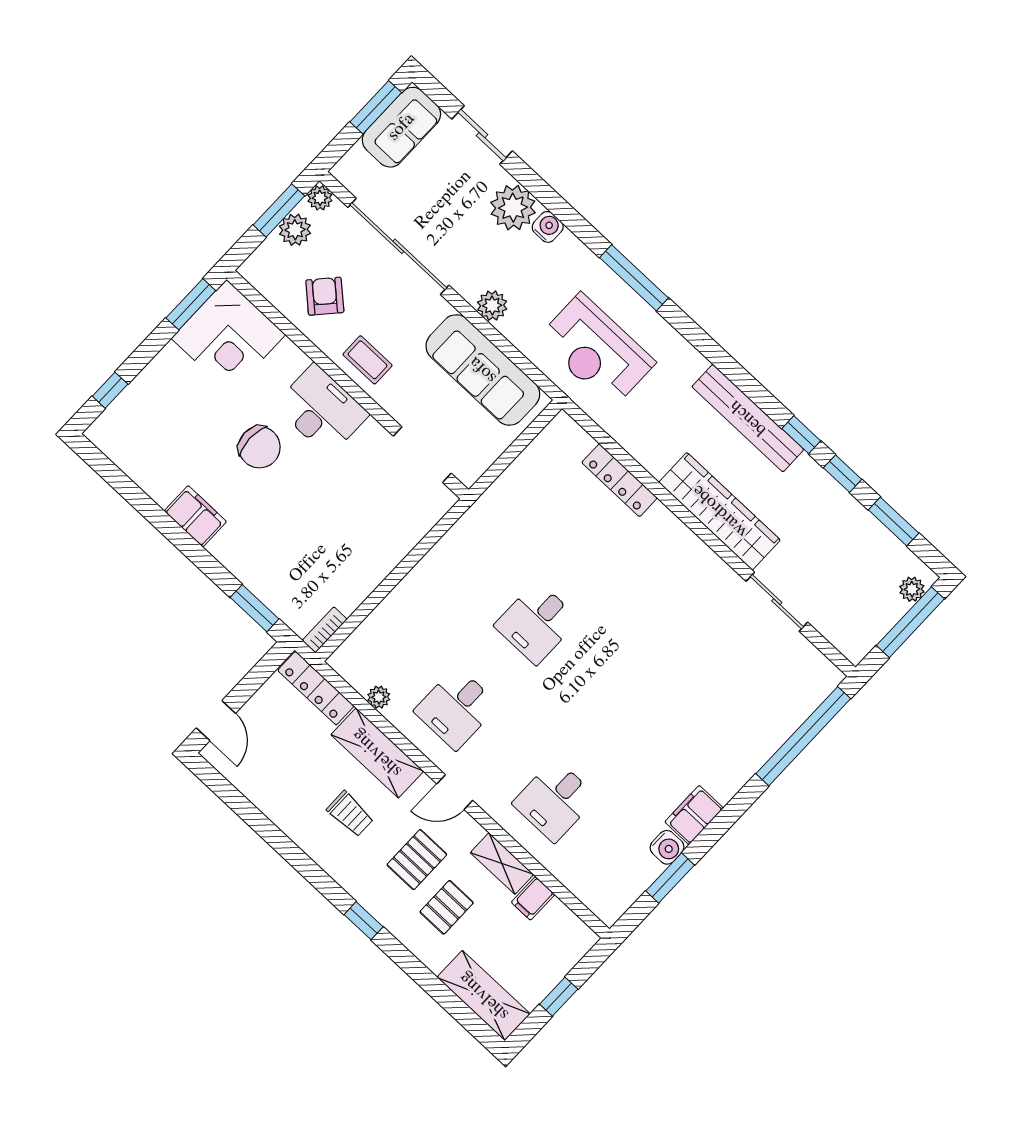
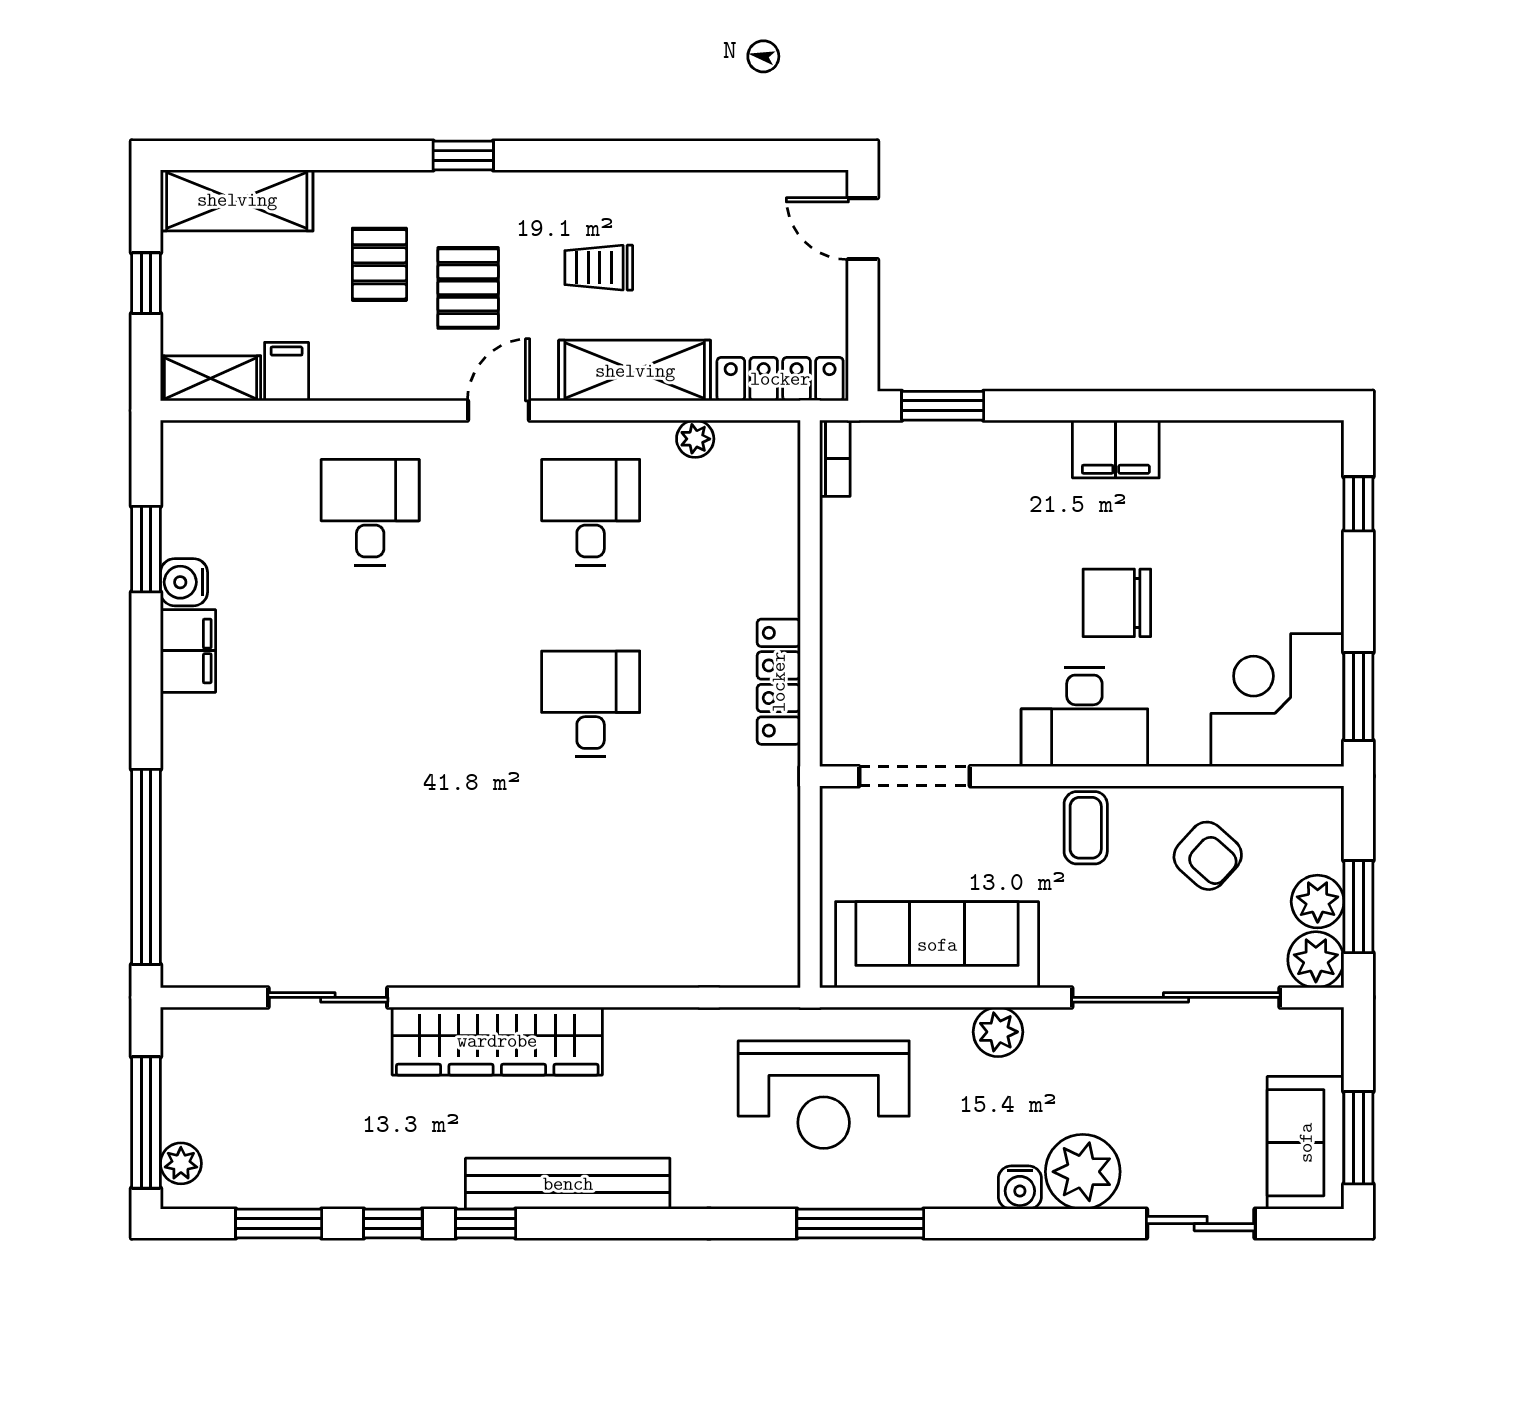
plant: (320, 198) -> (1316, 960), width x1.38, depth x1.38
reception desk: (596, 351) -> (824, 1095), turned 180
coffee table: (368, 360) -> (1086, 828), turned 90
locker: (620, 480) -> (779, 682), moved, turned -90
shelving: (502, 864) -> (211, 378), moved

